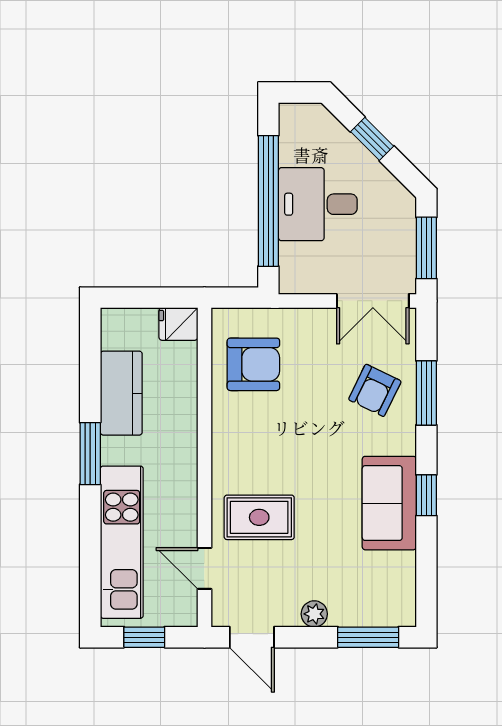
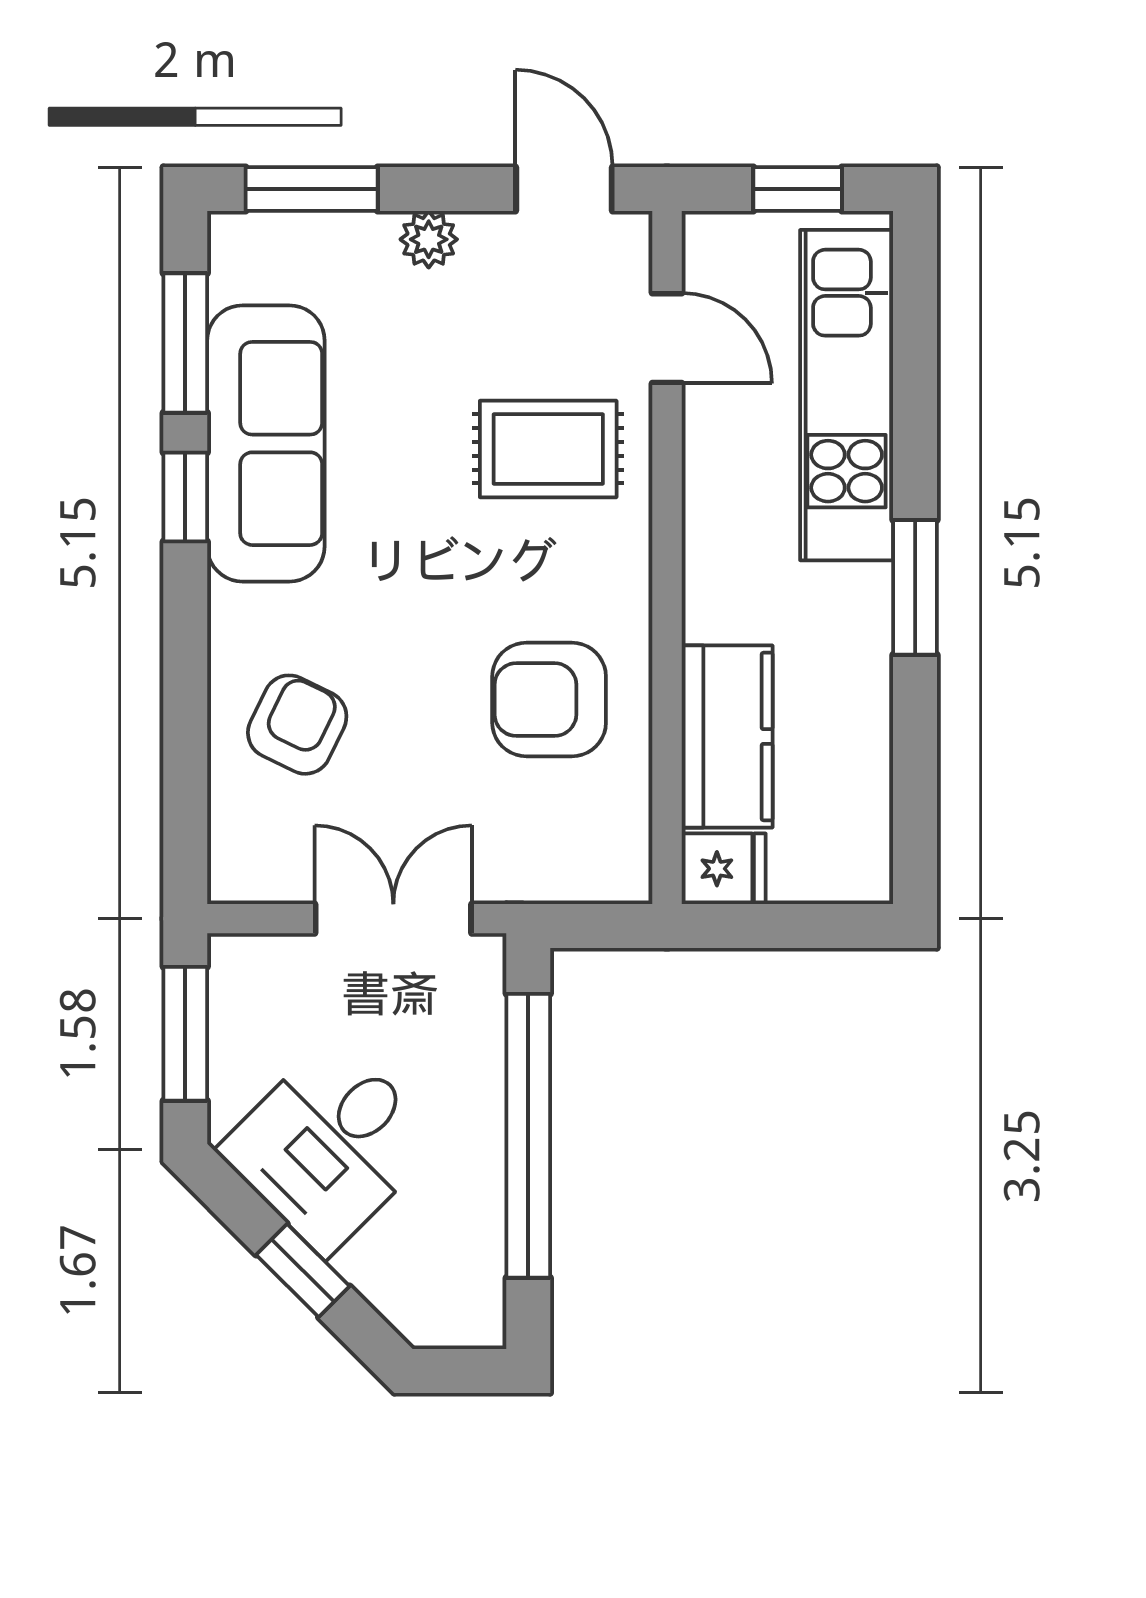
desk: (318, 204) -> (330, 1146), moved, turned 135
double door: (373, 301) -> (393, 919), moved
armchair: (253, 364) -> (549, 700), moved
kitchen counter: (121, 393) -> (727, 736), moved, turned 180
window: (426, 393) -> (185, 343), moved
sofa: (389, 503) -> (266, 443), width x1.36

